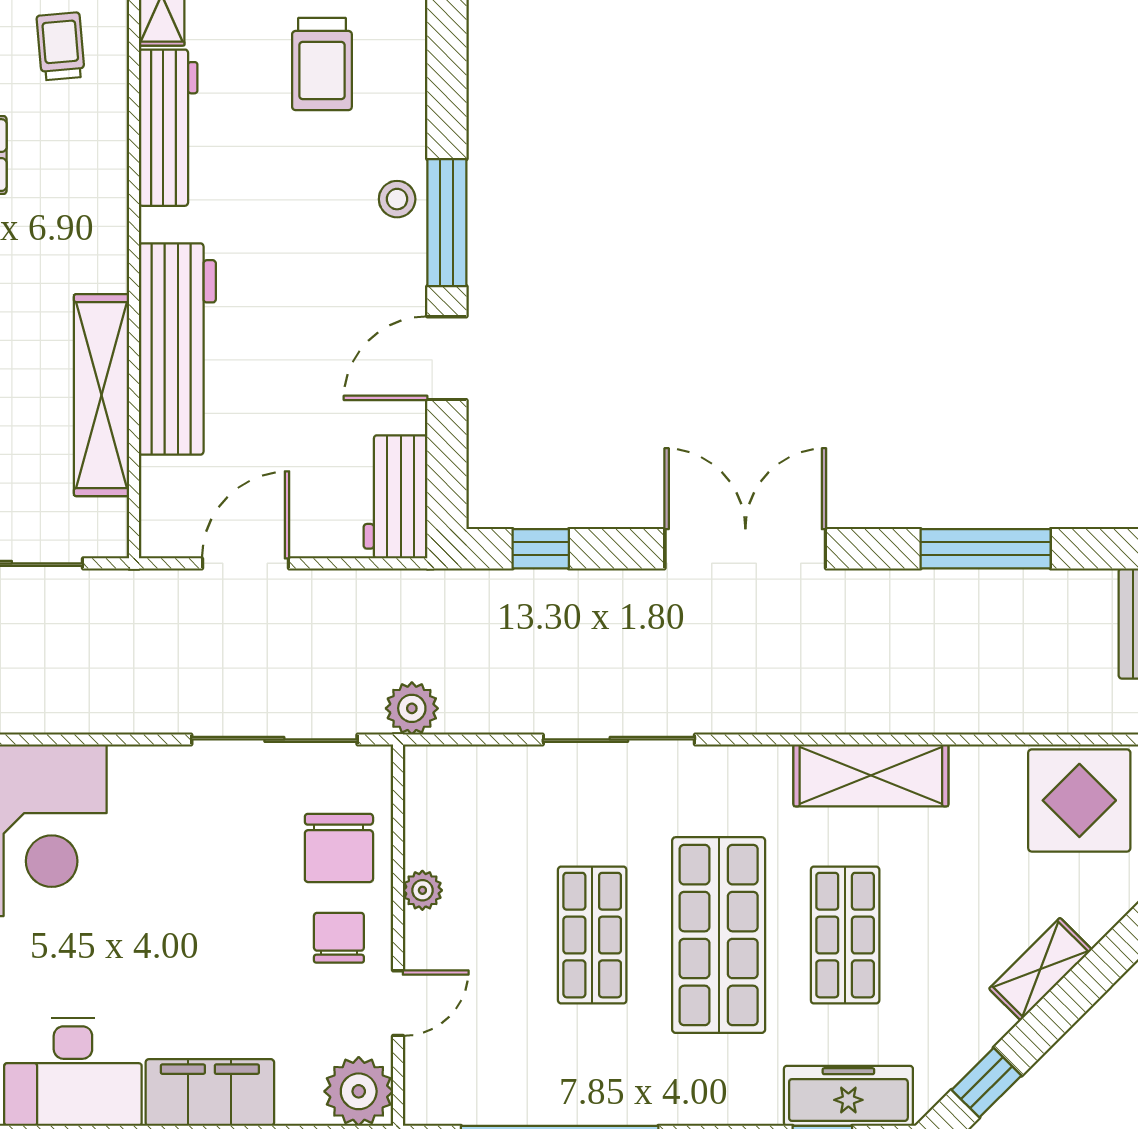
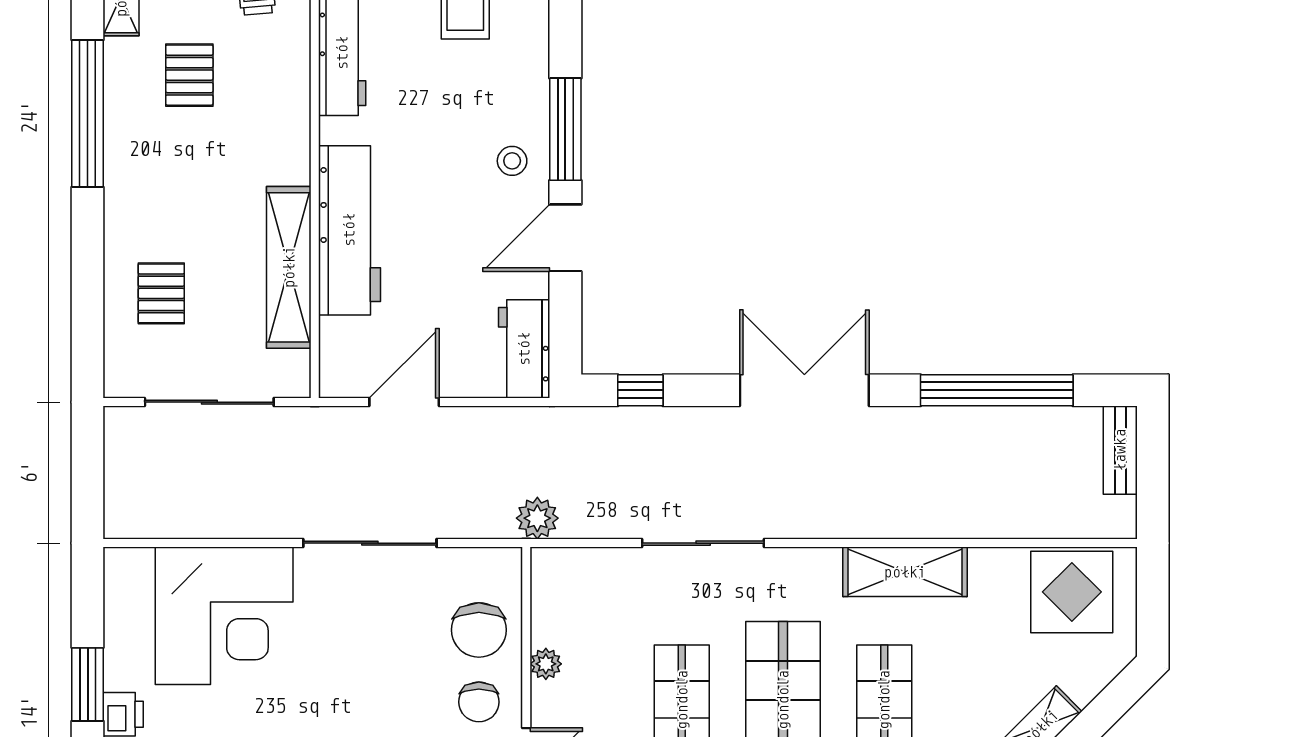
stool: (397, 199) -> (512, 161), moved
window: (986, 549) -> (997, 390), width x1.46
sliding door: (274, 739) -> (370, 543), moved
chair: (339, 938) -> (479, 702), turned 180

